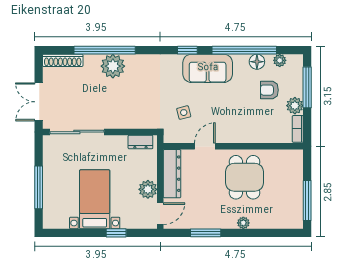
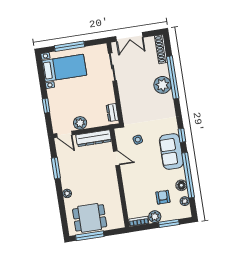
window: (307, 87) -> (169, 223), width x0.69
double door: (39, 102) -> (129, 37), swing flipped
sliding door: (77, 132) -> (112, 67), width x0.73
dining table: (245, 177) -> (90, 218), moved
bed with nightstands: (95, 199) -> (64, 68), moved

